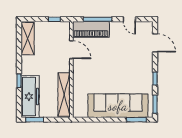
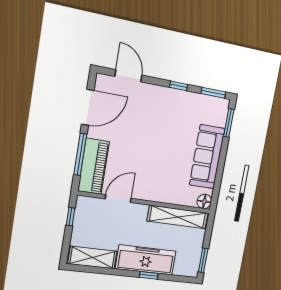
door: (129, 19) -> (88, 107), width x1.88
door: (155, 43) -> (128, 76), hinge flipped
freezer: (30, 97) -> (146, 260), moved
sofa: (118, 106) -> (207, 157), width x0.74, depth x0.79
floor lamp: (78, 112) -> (204, 201), added

